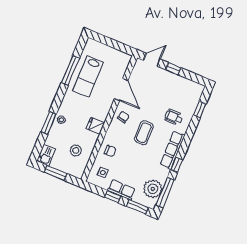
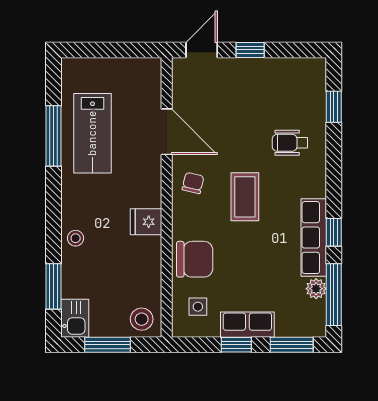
window: (48, 123) -> (54, 286), moved
row of seats: (172, 150) -> (314, 238), moved
stool: (76, 151) -> (142, 319), moved
chair: (110, 151) -> (195, 259), width x1.87, depth x1.87
plant: (153, 189) -> (316, 289), width x0.53, depth x0.53

